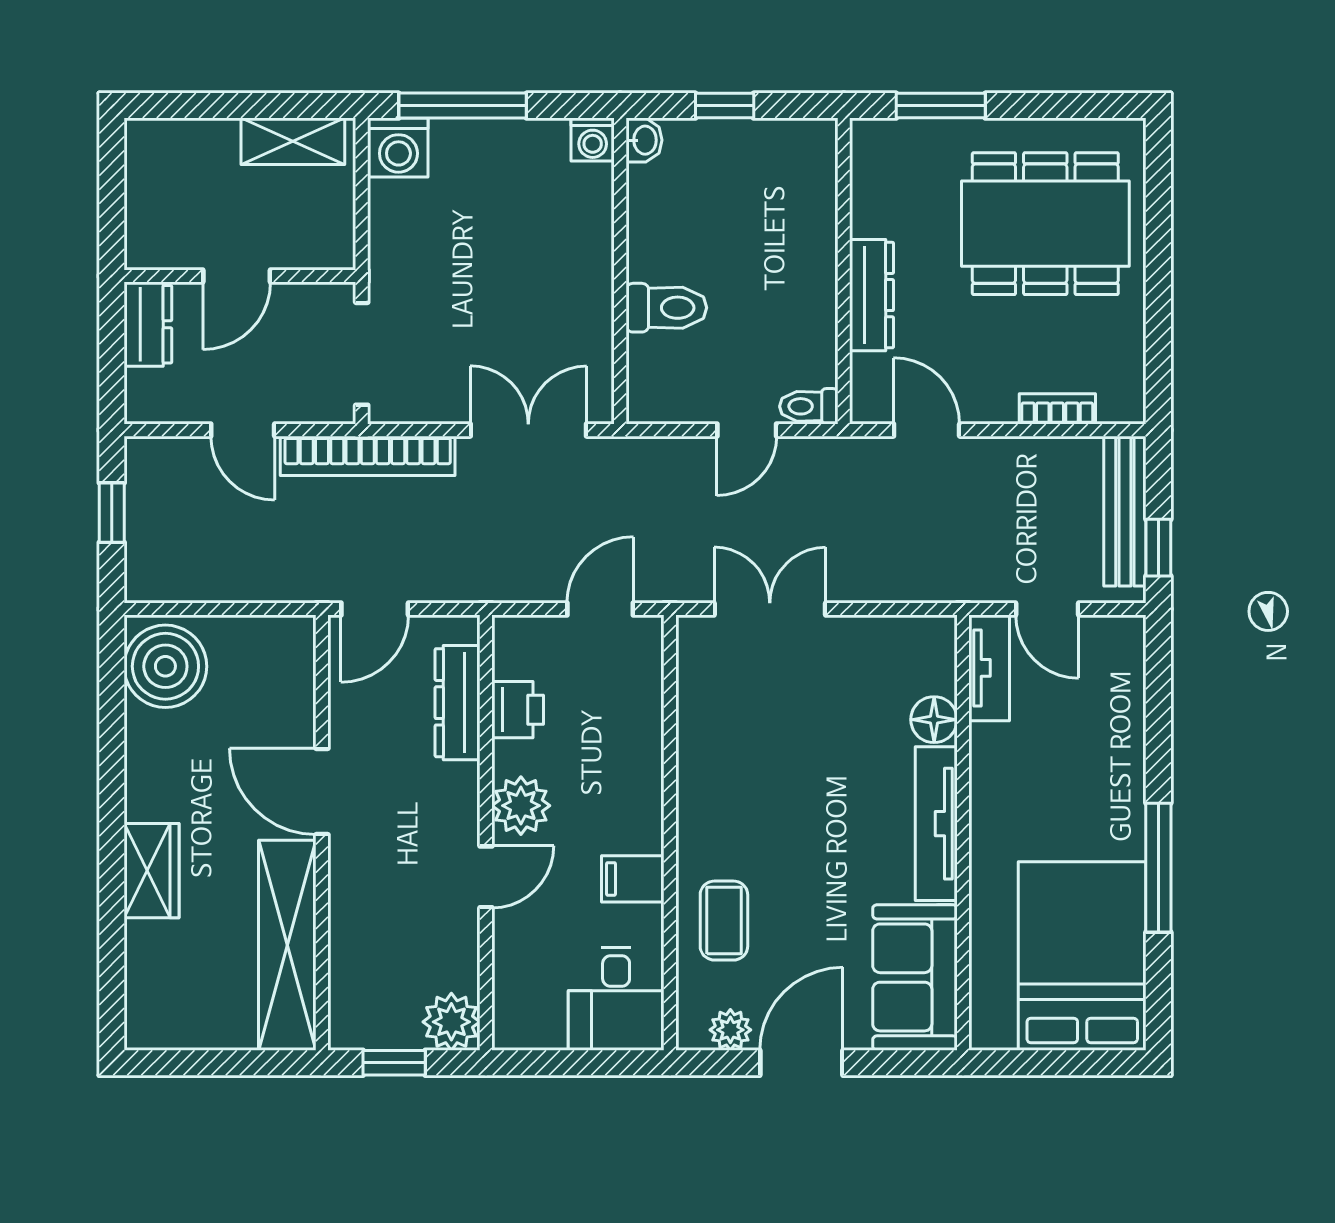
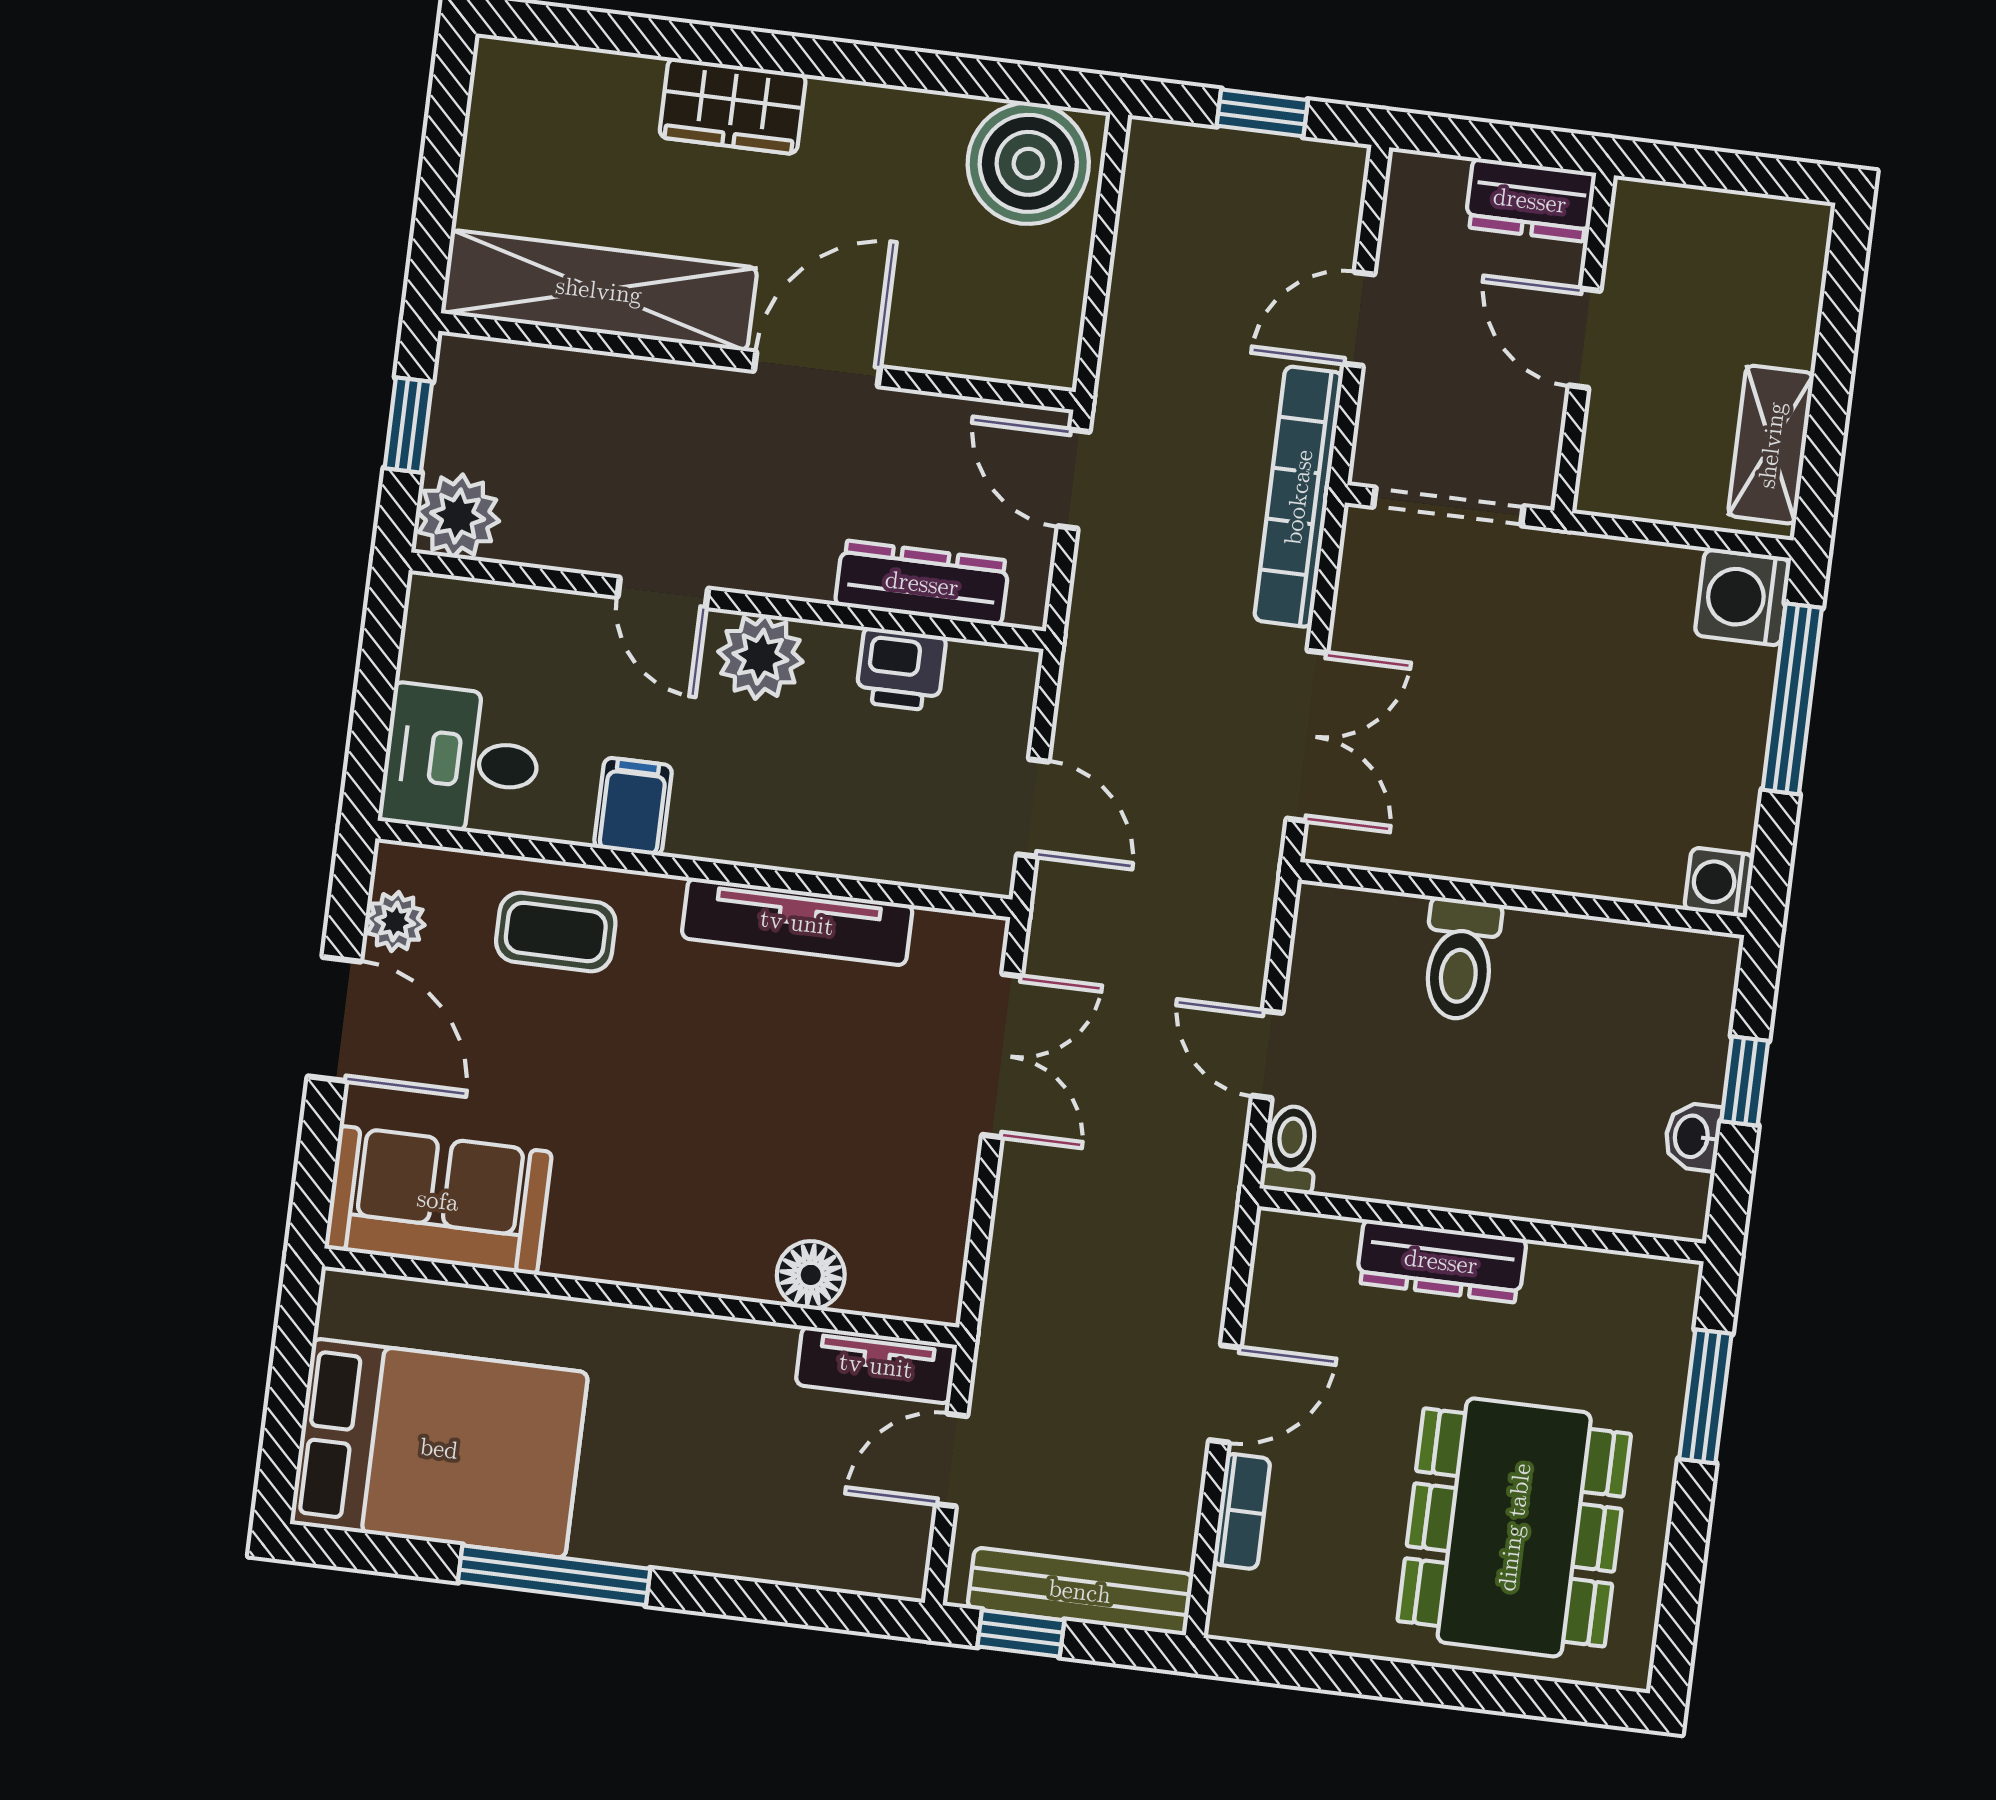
washbasin: (644, 140) -> (1693, 1137), moved, turned 90
door: (927, 430) -> (1225, 1394), moved
tv unit: (936, 824) -> (797, 922), moved, turned 180

